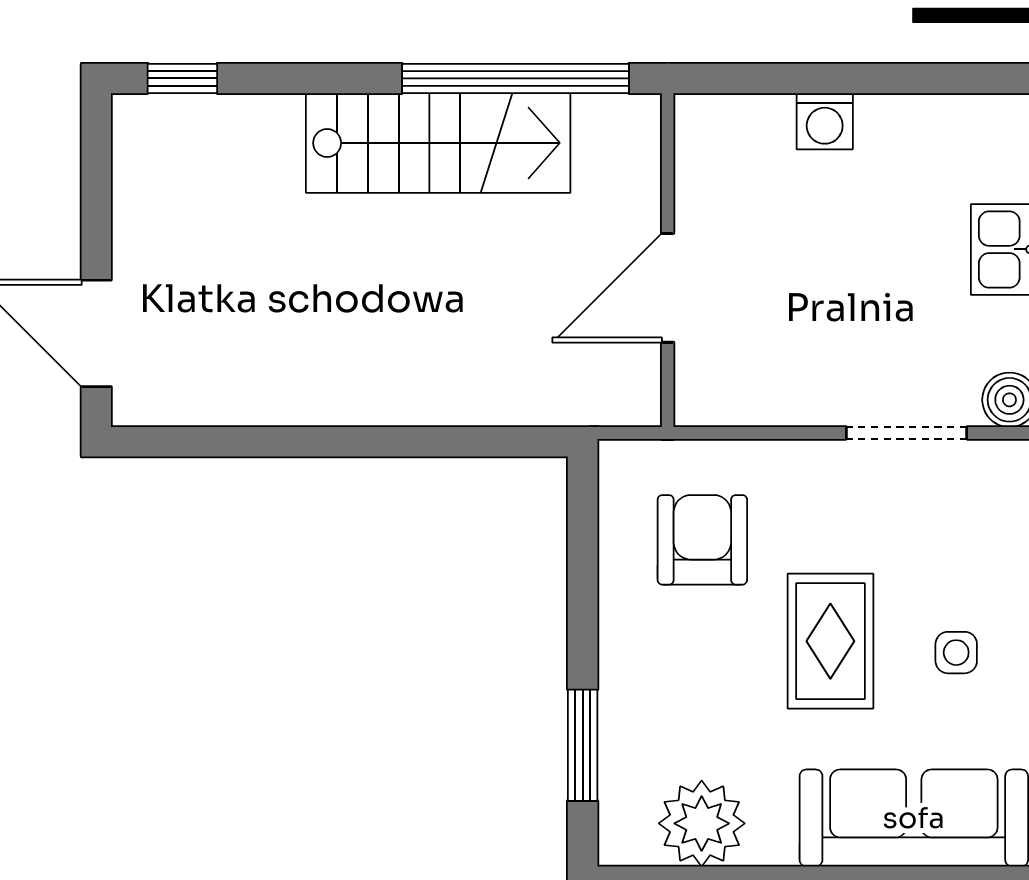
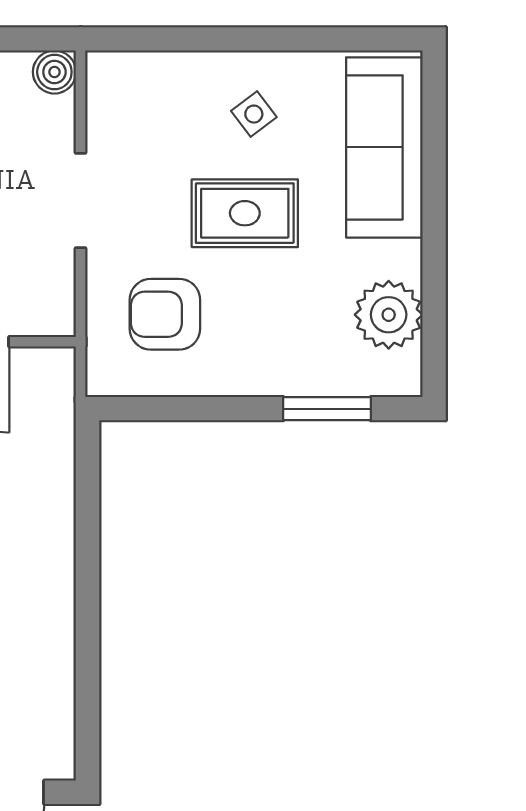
doorway: (907, 433) -> (81, 200), moved
side table: (956, 653) -> (254, 114), turned -37

